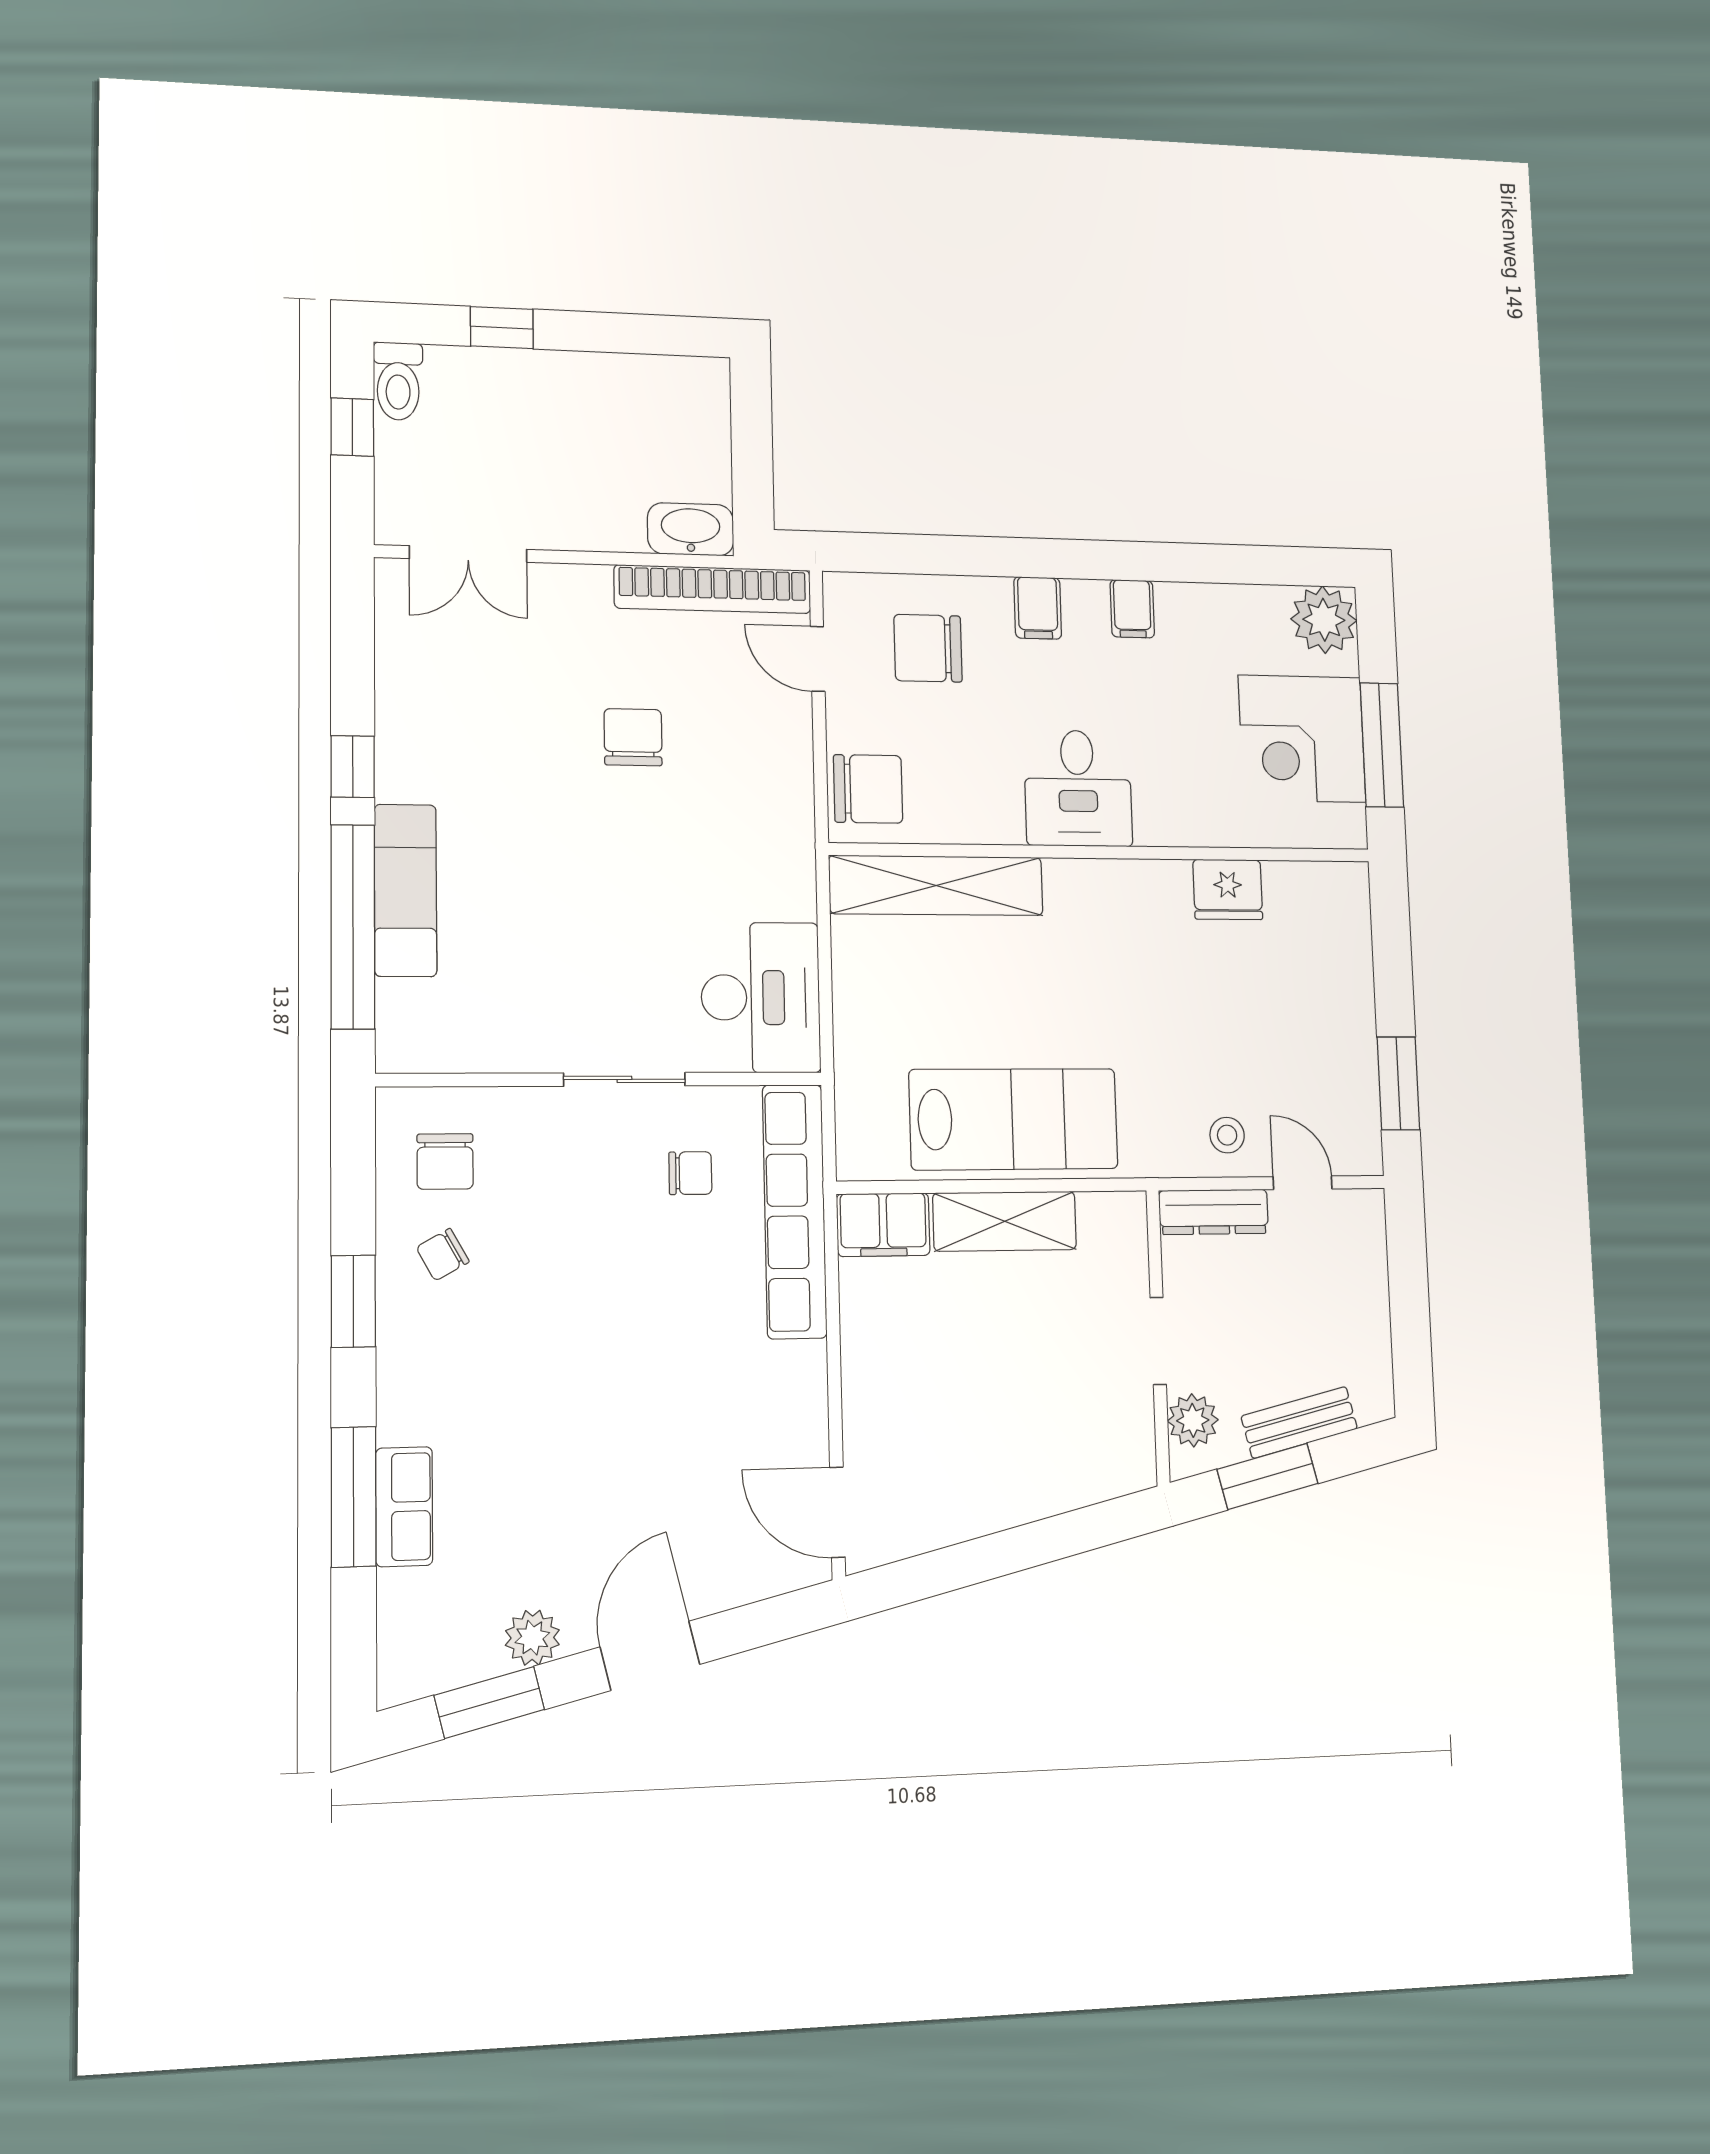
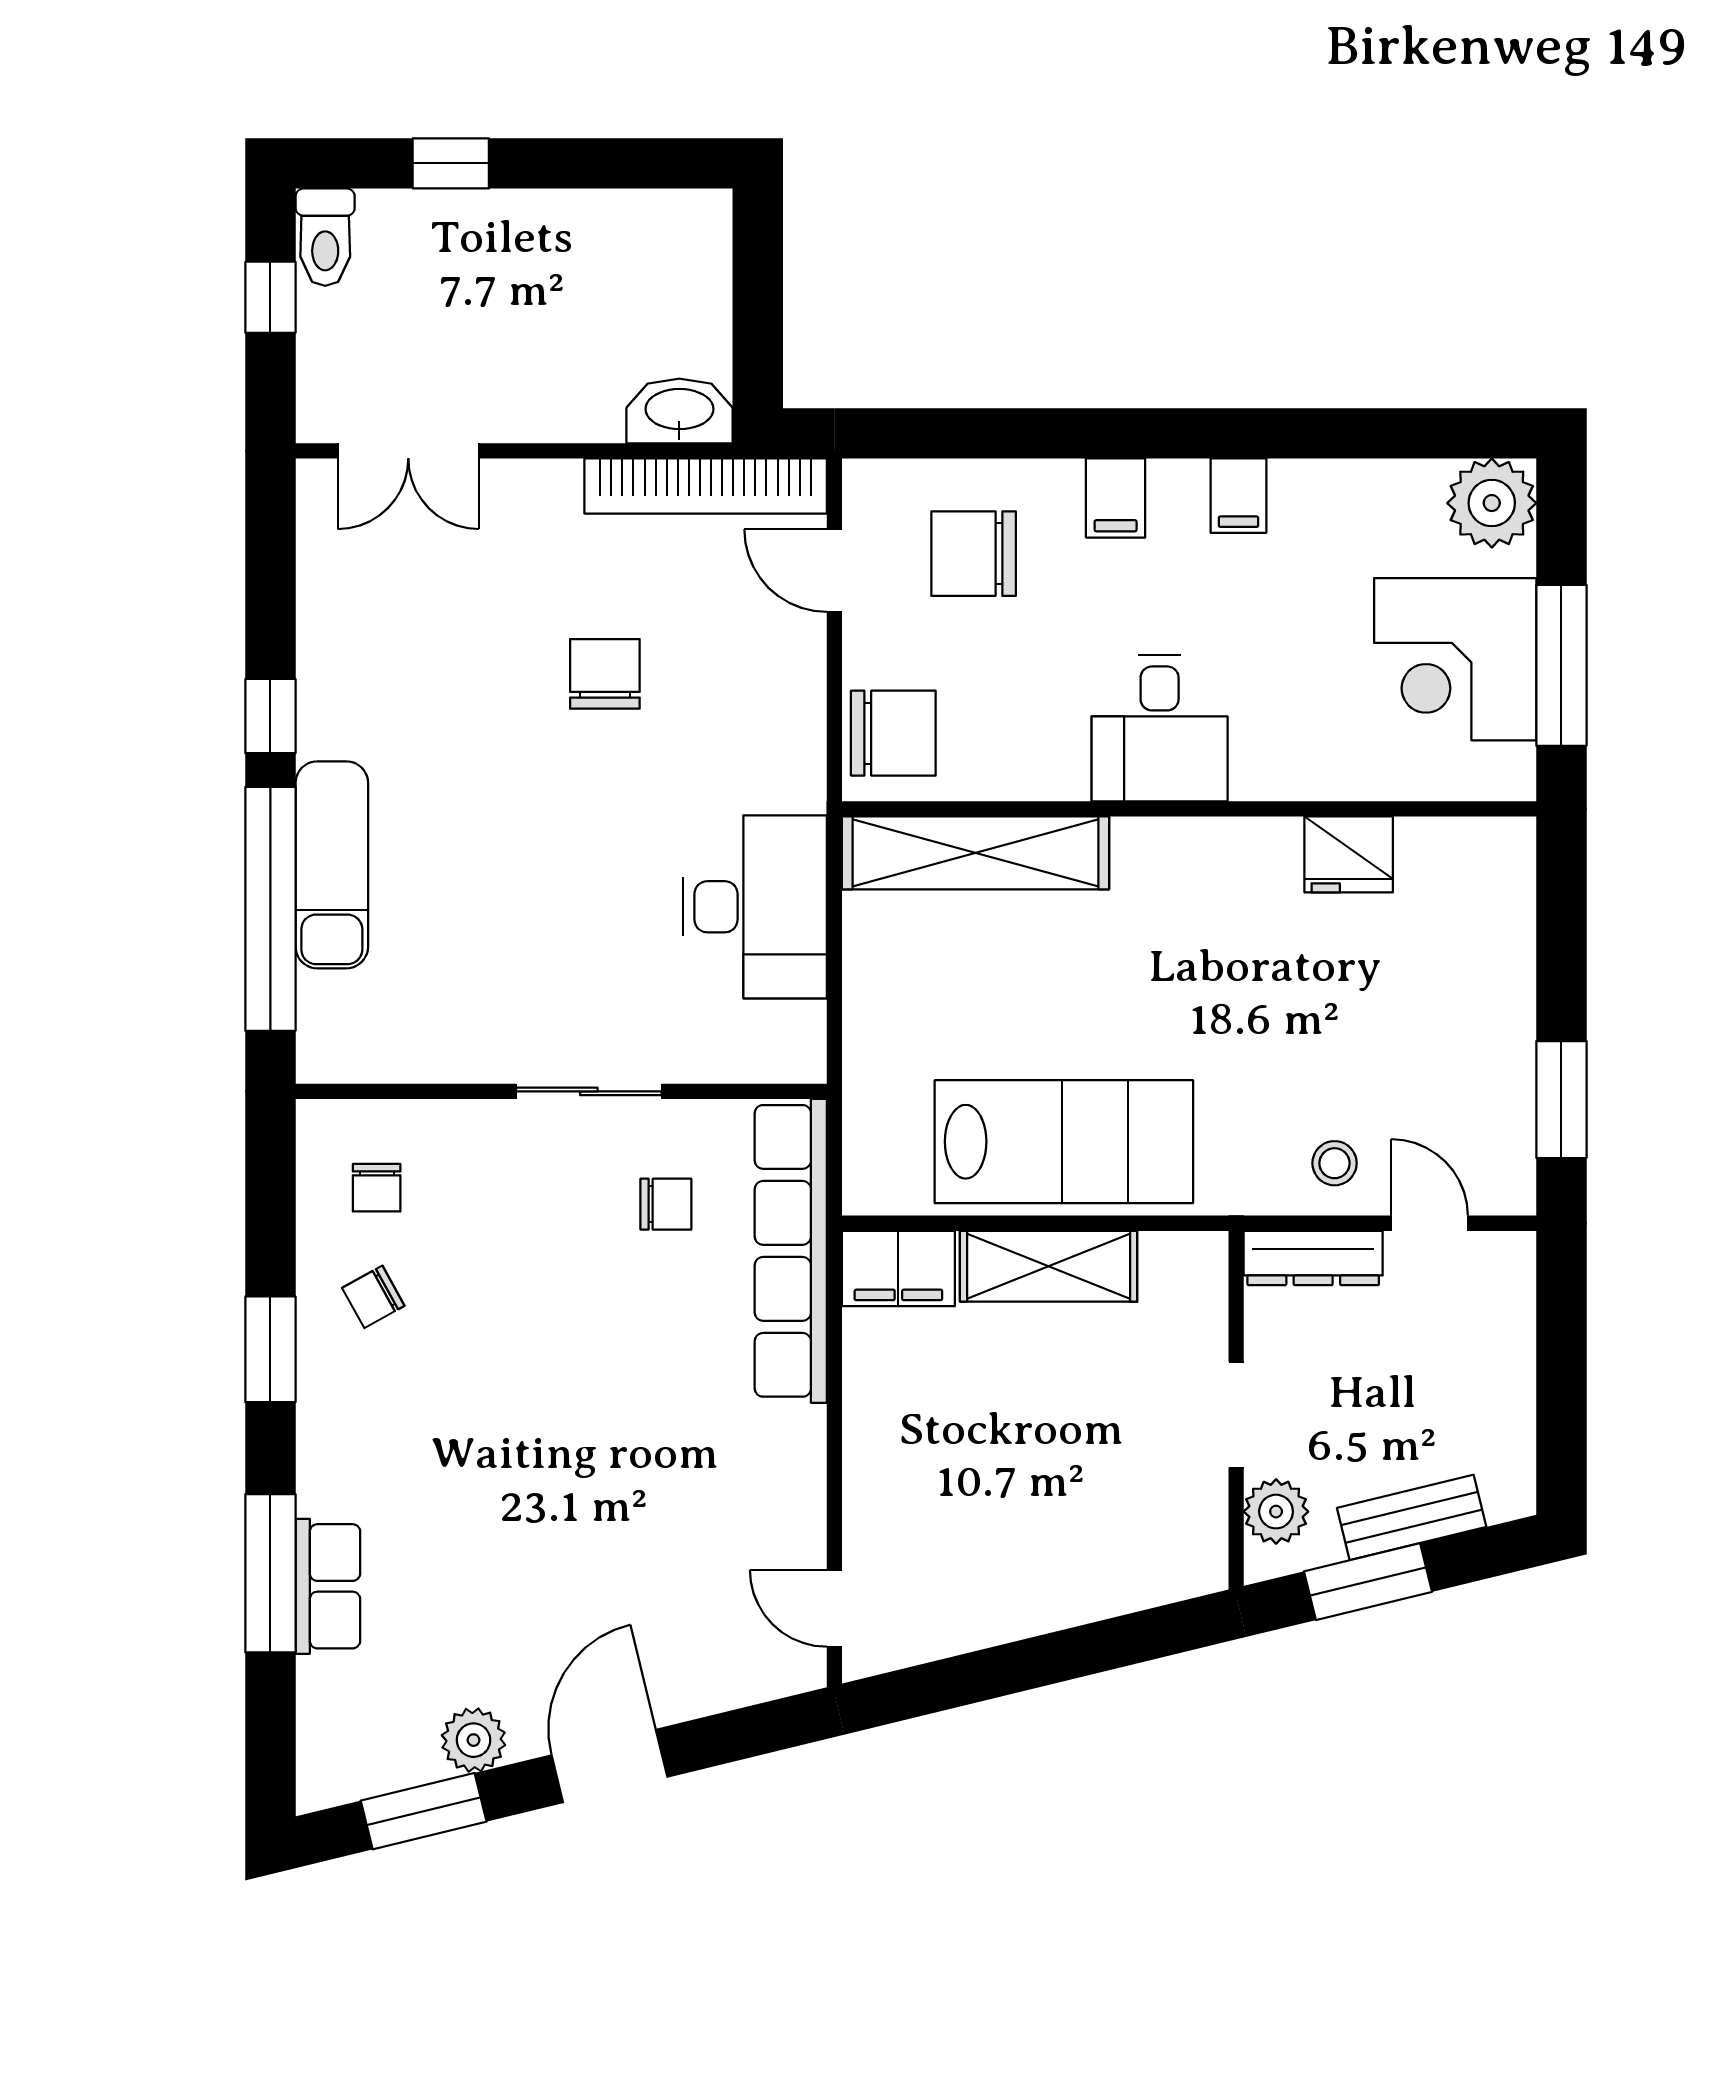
desk: (761, 997) -> (755, 907), moved
chair: (445, 1161) -> (377, 1188), width x0.73, depth x0.73
door: (837, 1512) -> (834, 1608), width x0.73

